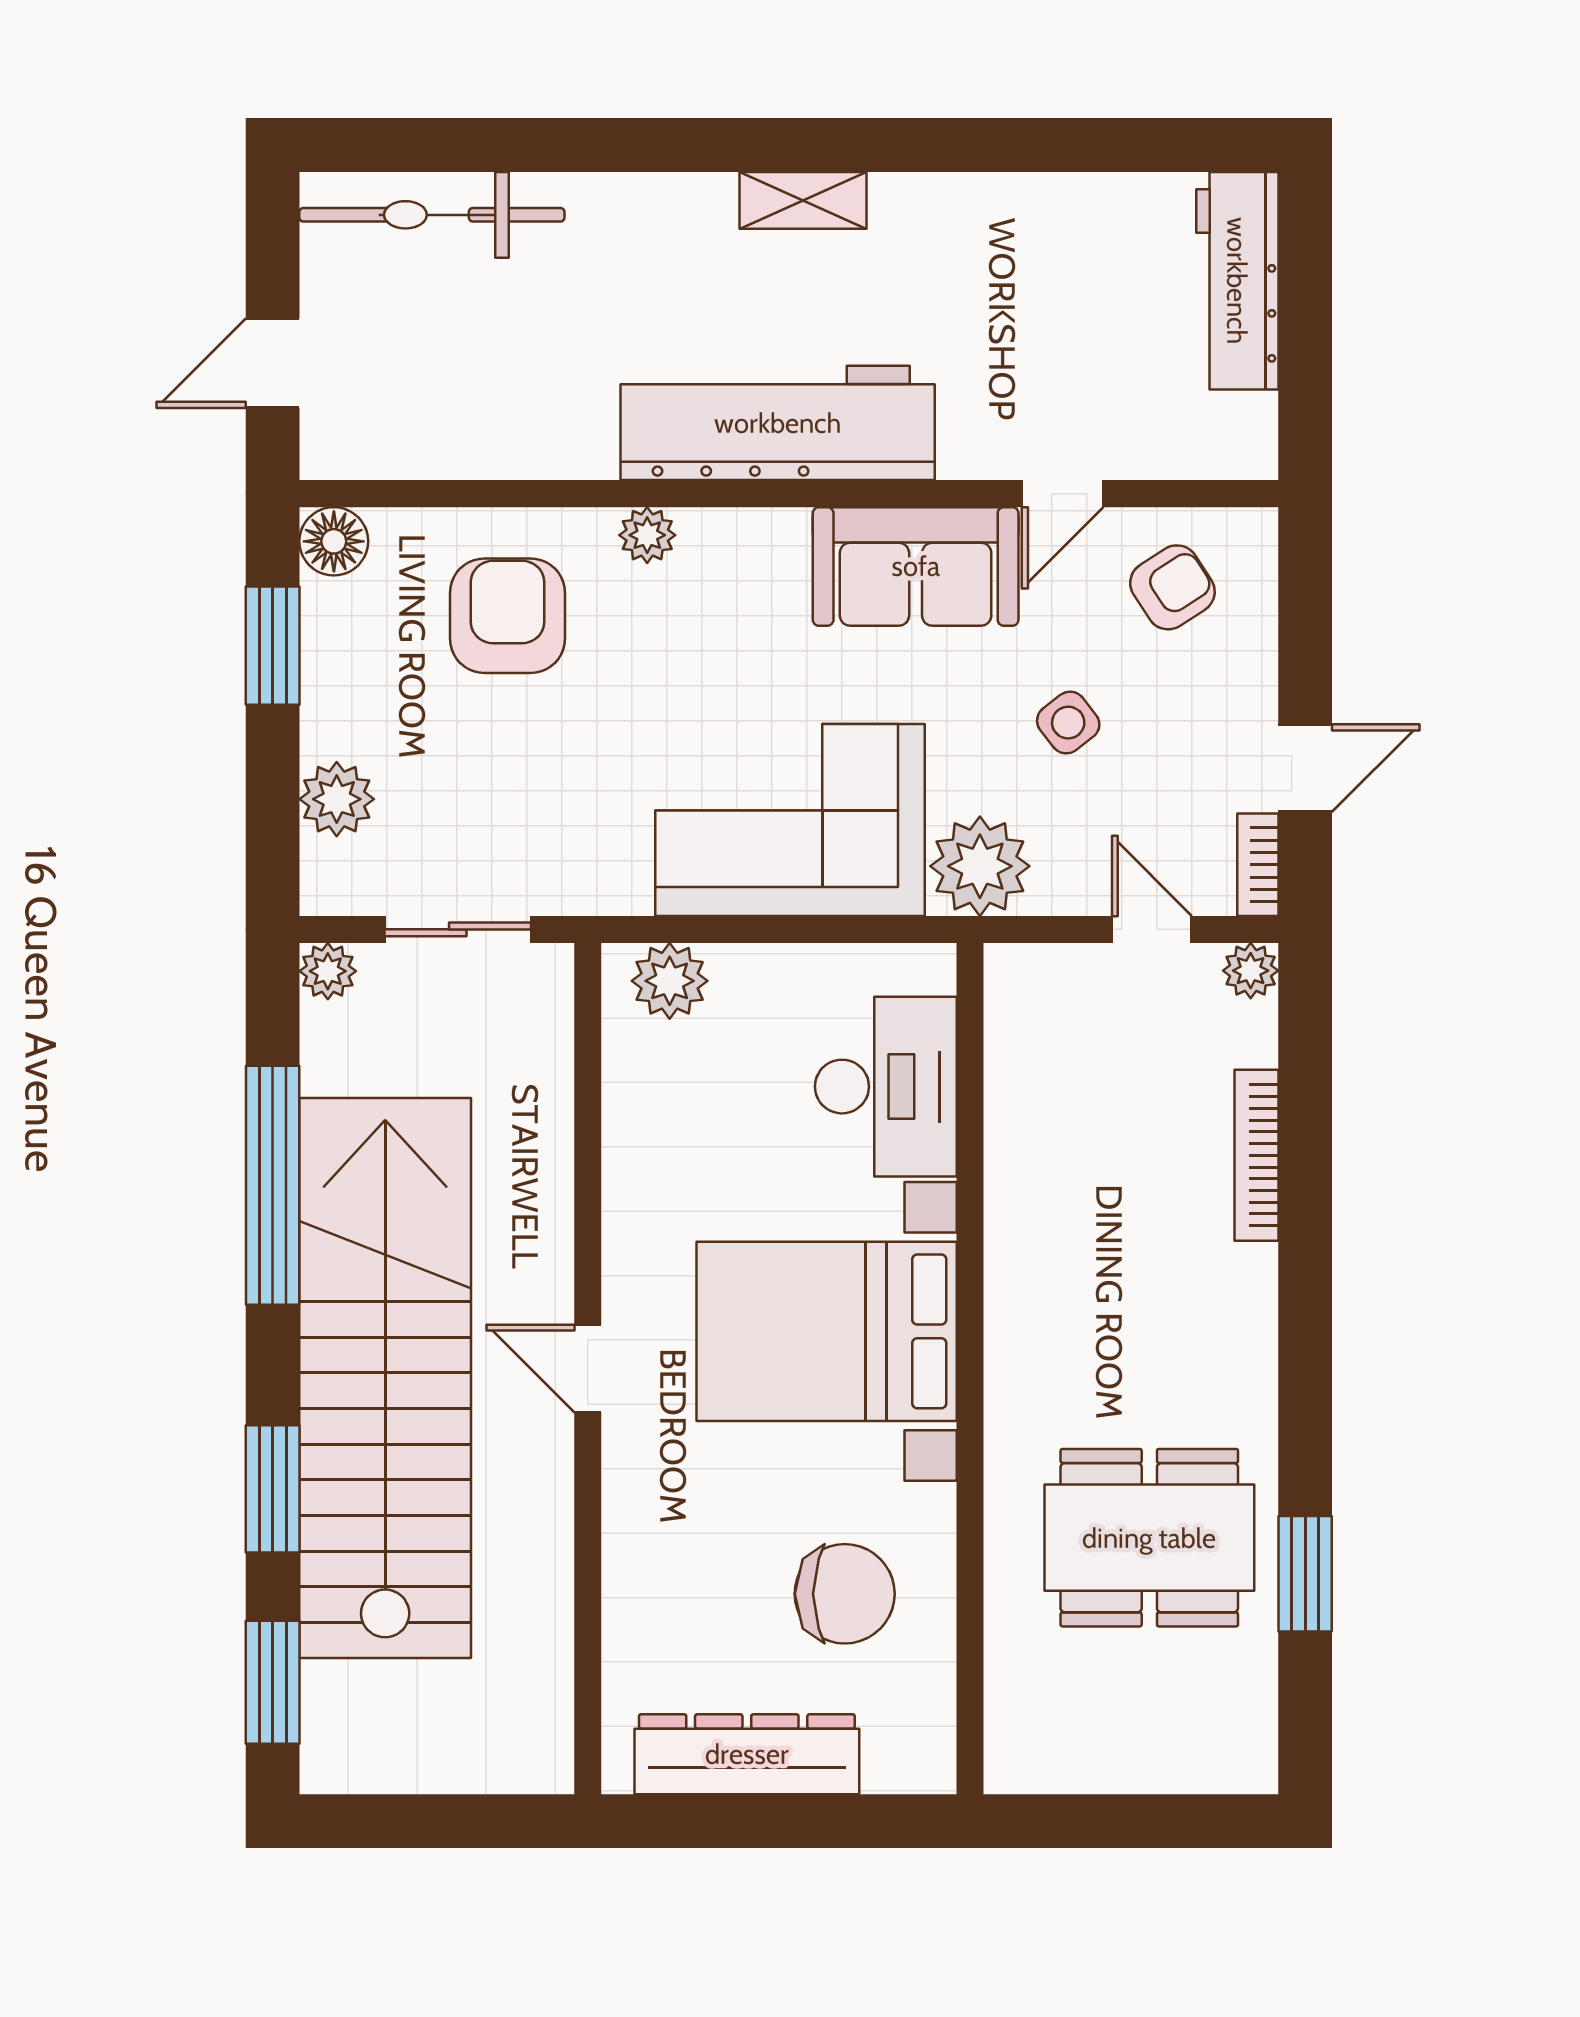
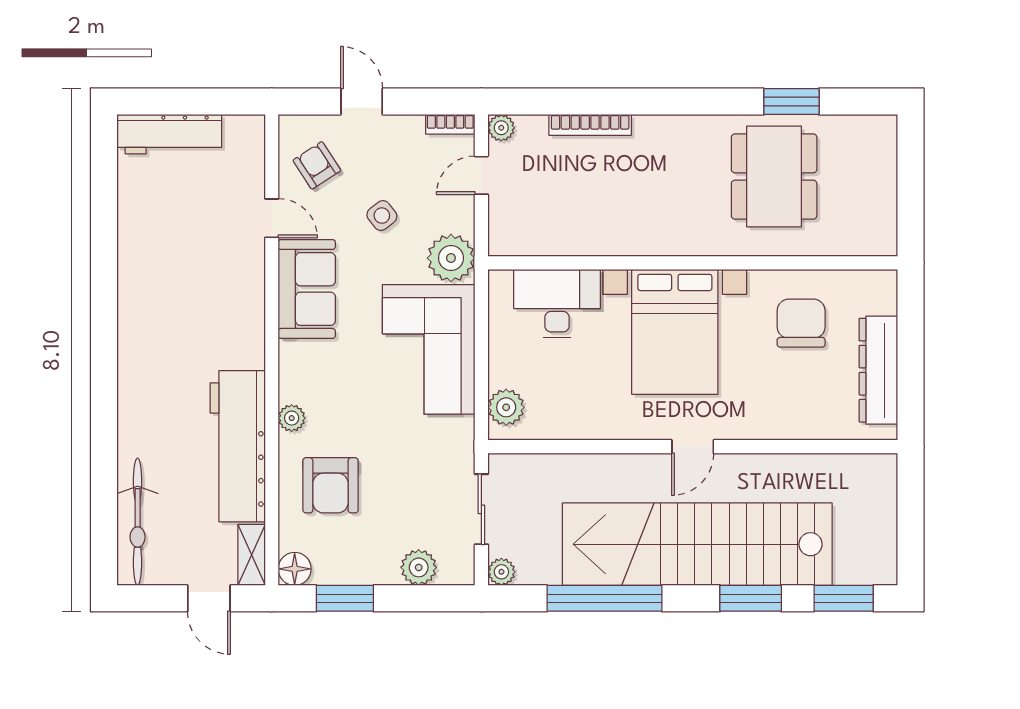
shelving: (803, 200) -> (252, 555), moved
workbench: (778, 423) -> (238, 446), moved
armchair: (508, 616) -> (330, 485), turned -90
door: (1305, 768) -> (362, 102), moved

